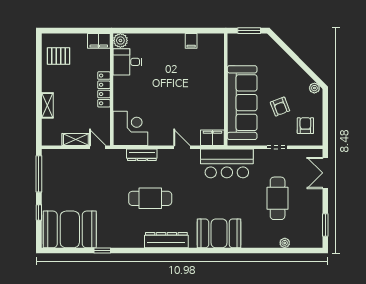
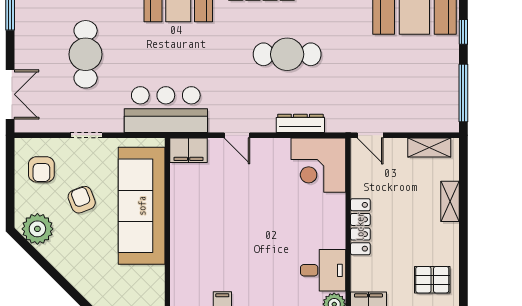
plant: (314, 88) -> (37, 229), width x1.87, depth x1.87
shelving: (76, 140) -> (429, 147), moved

